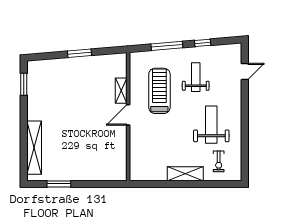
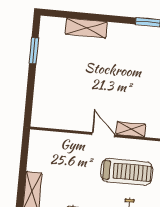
shelving: (34, 148) -> (86, 28), width x0.68

